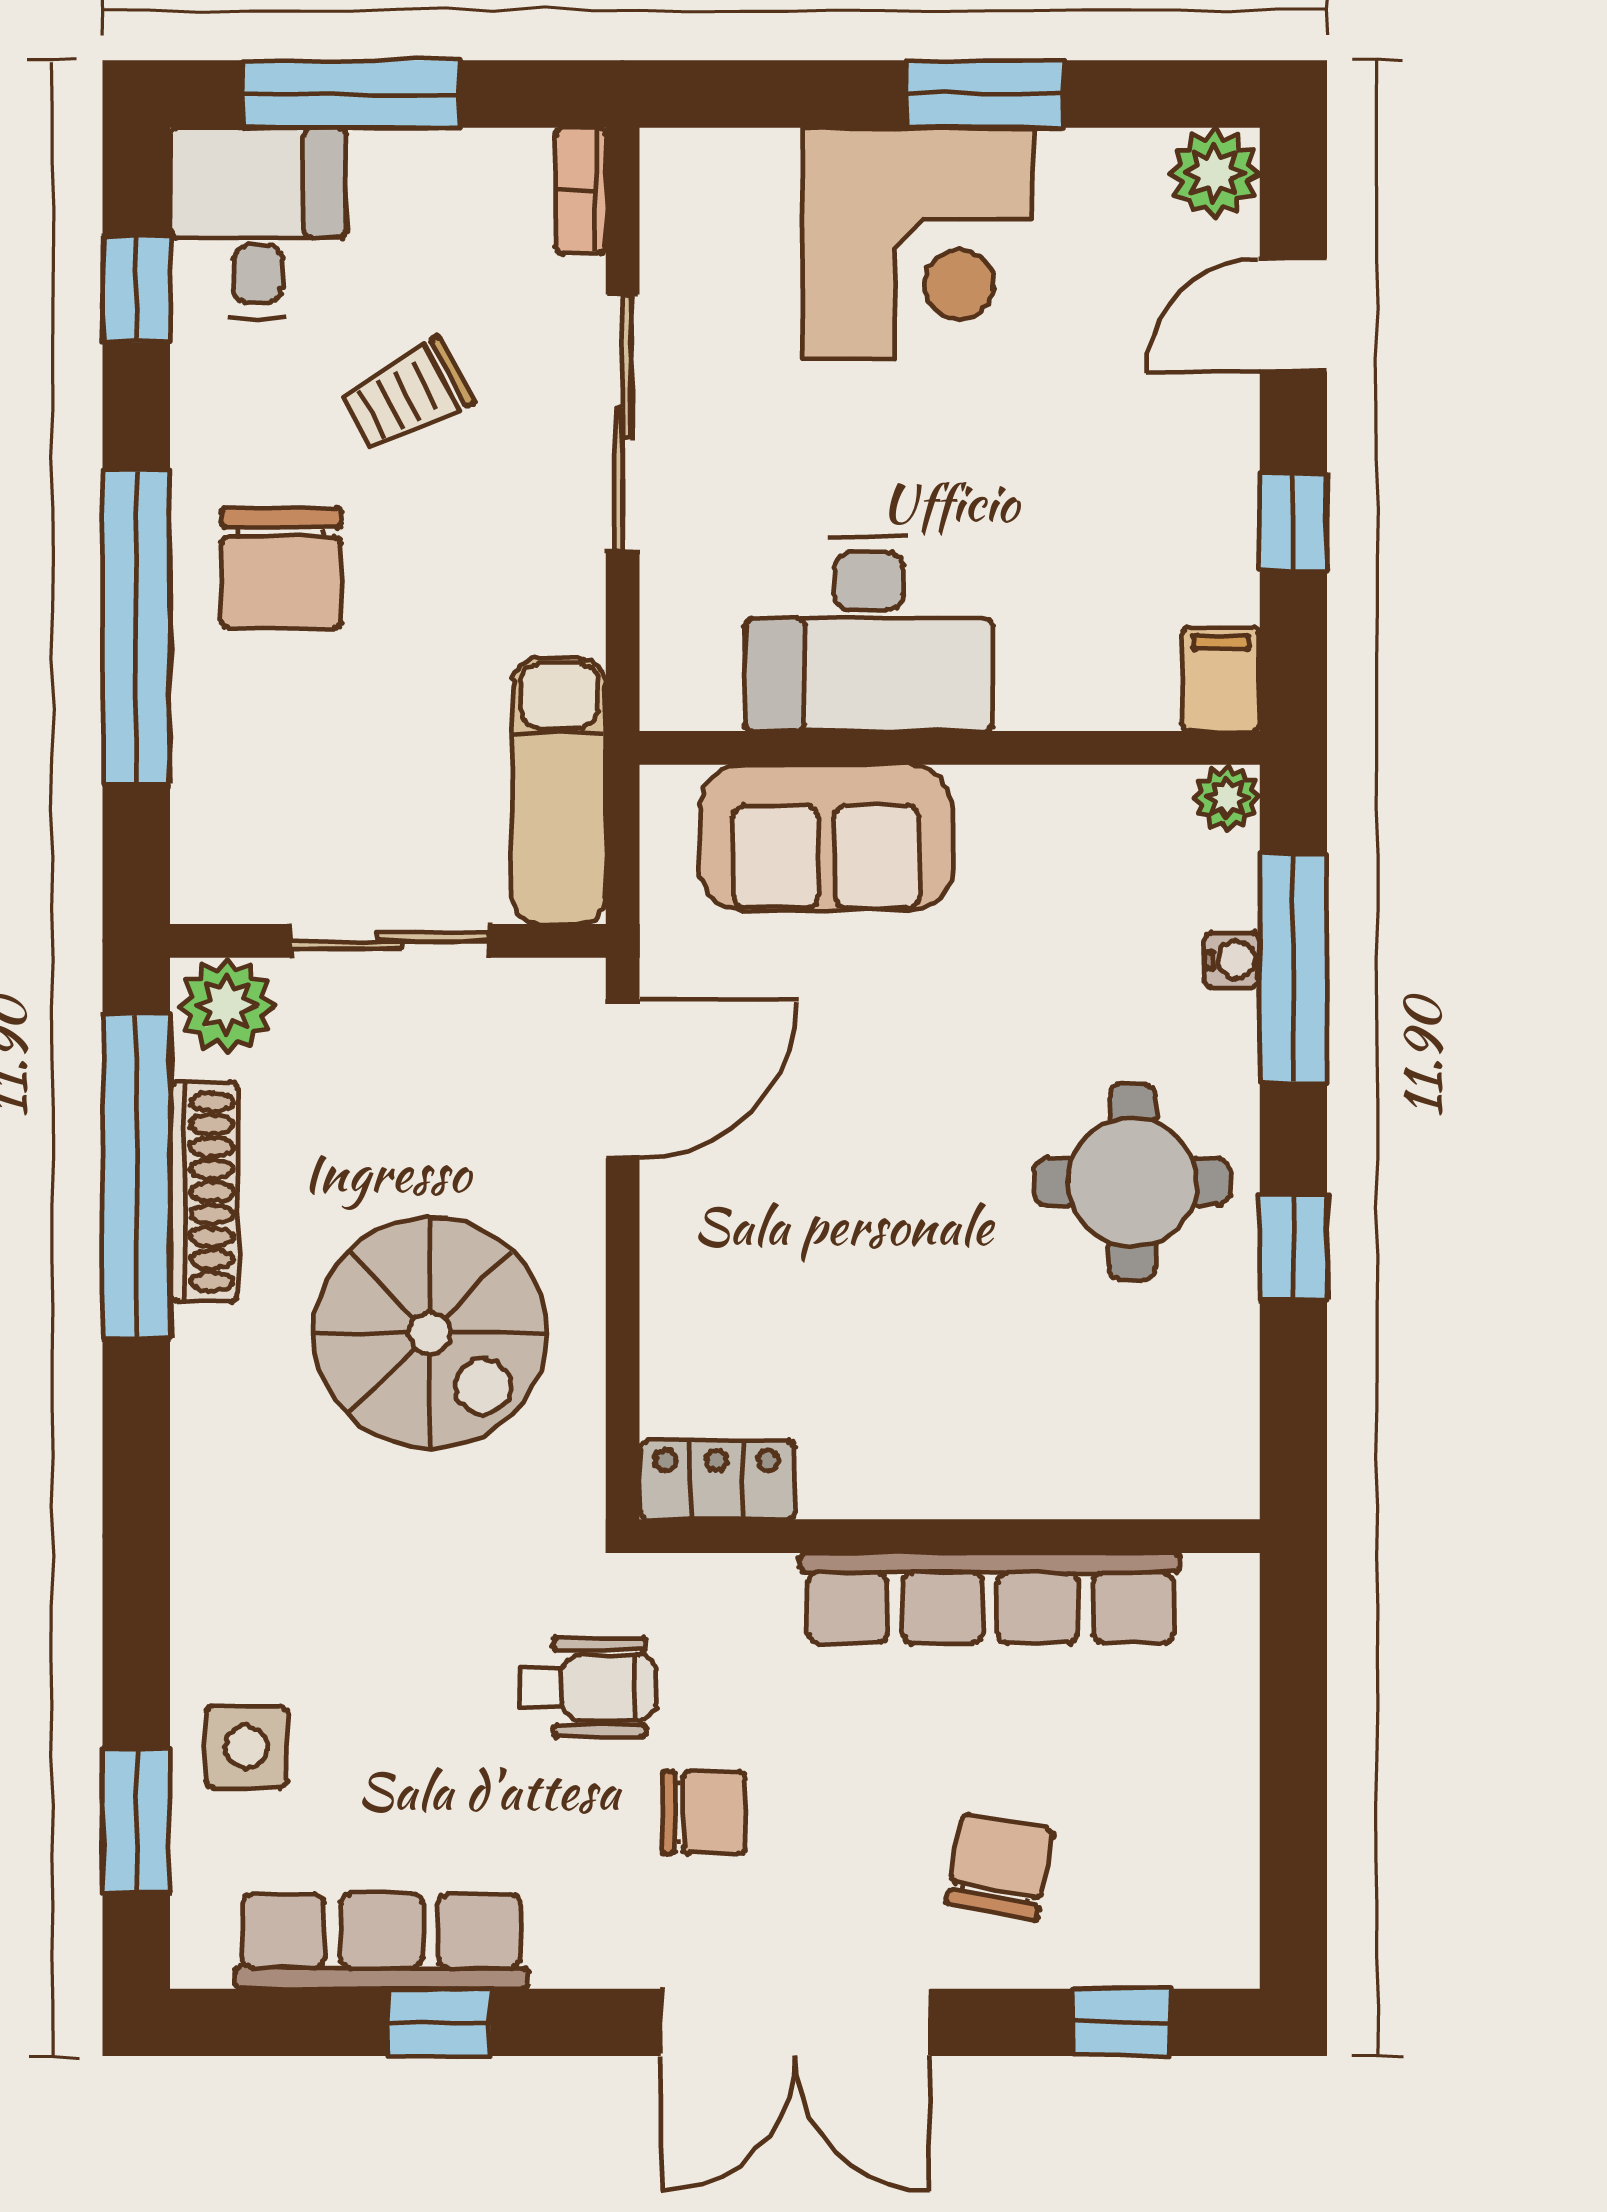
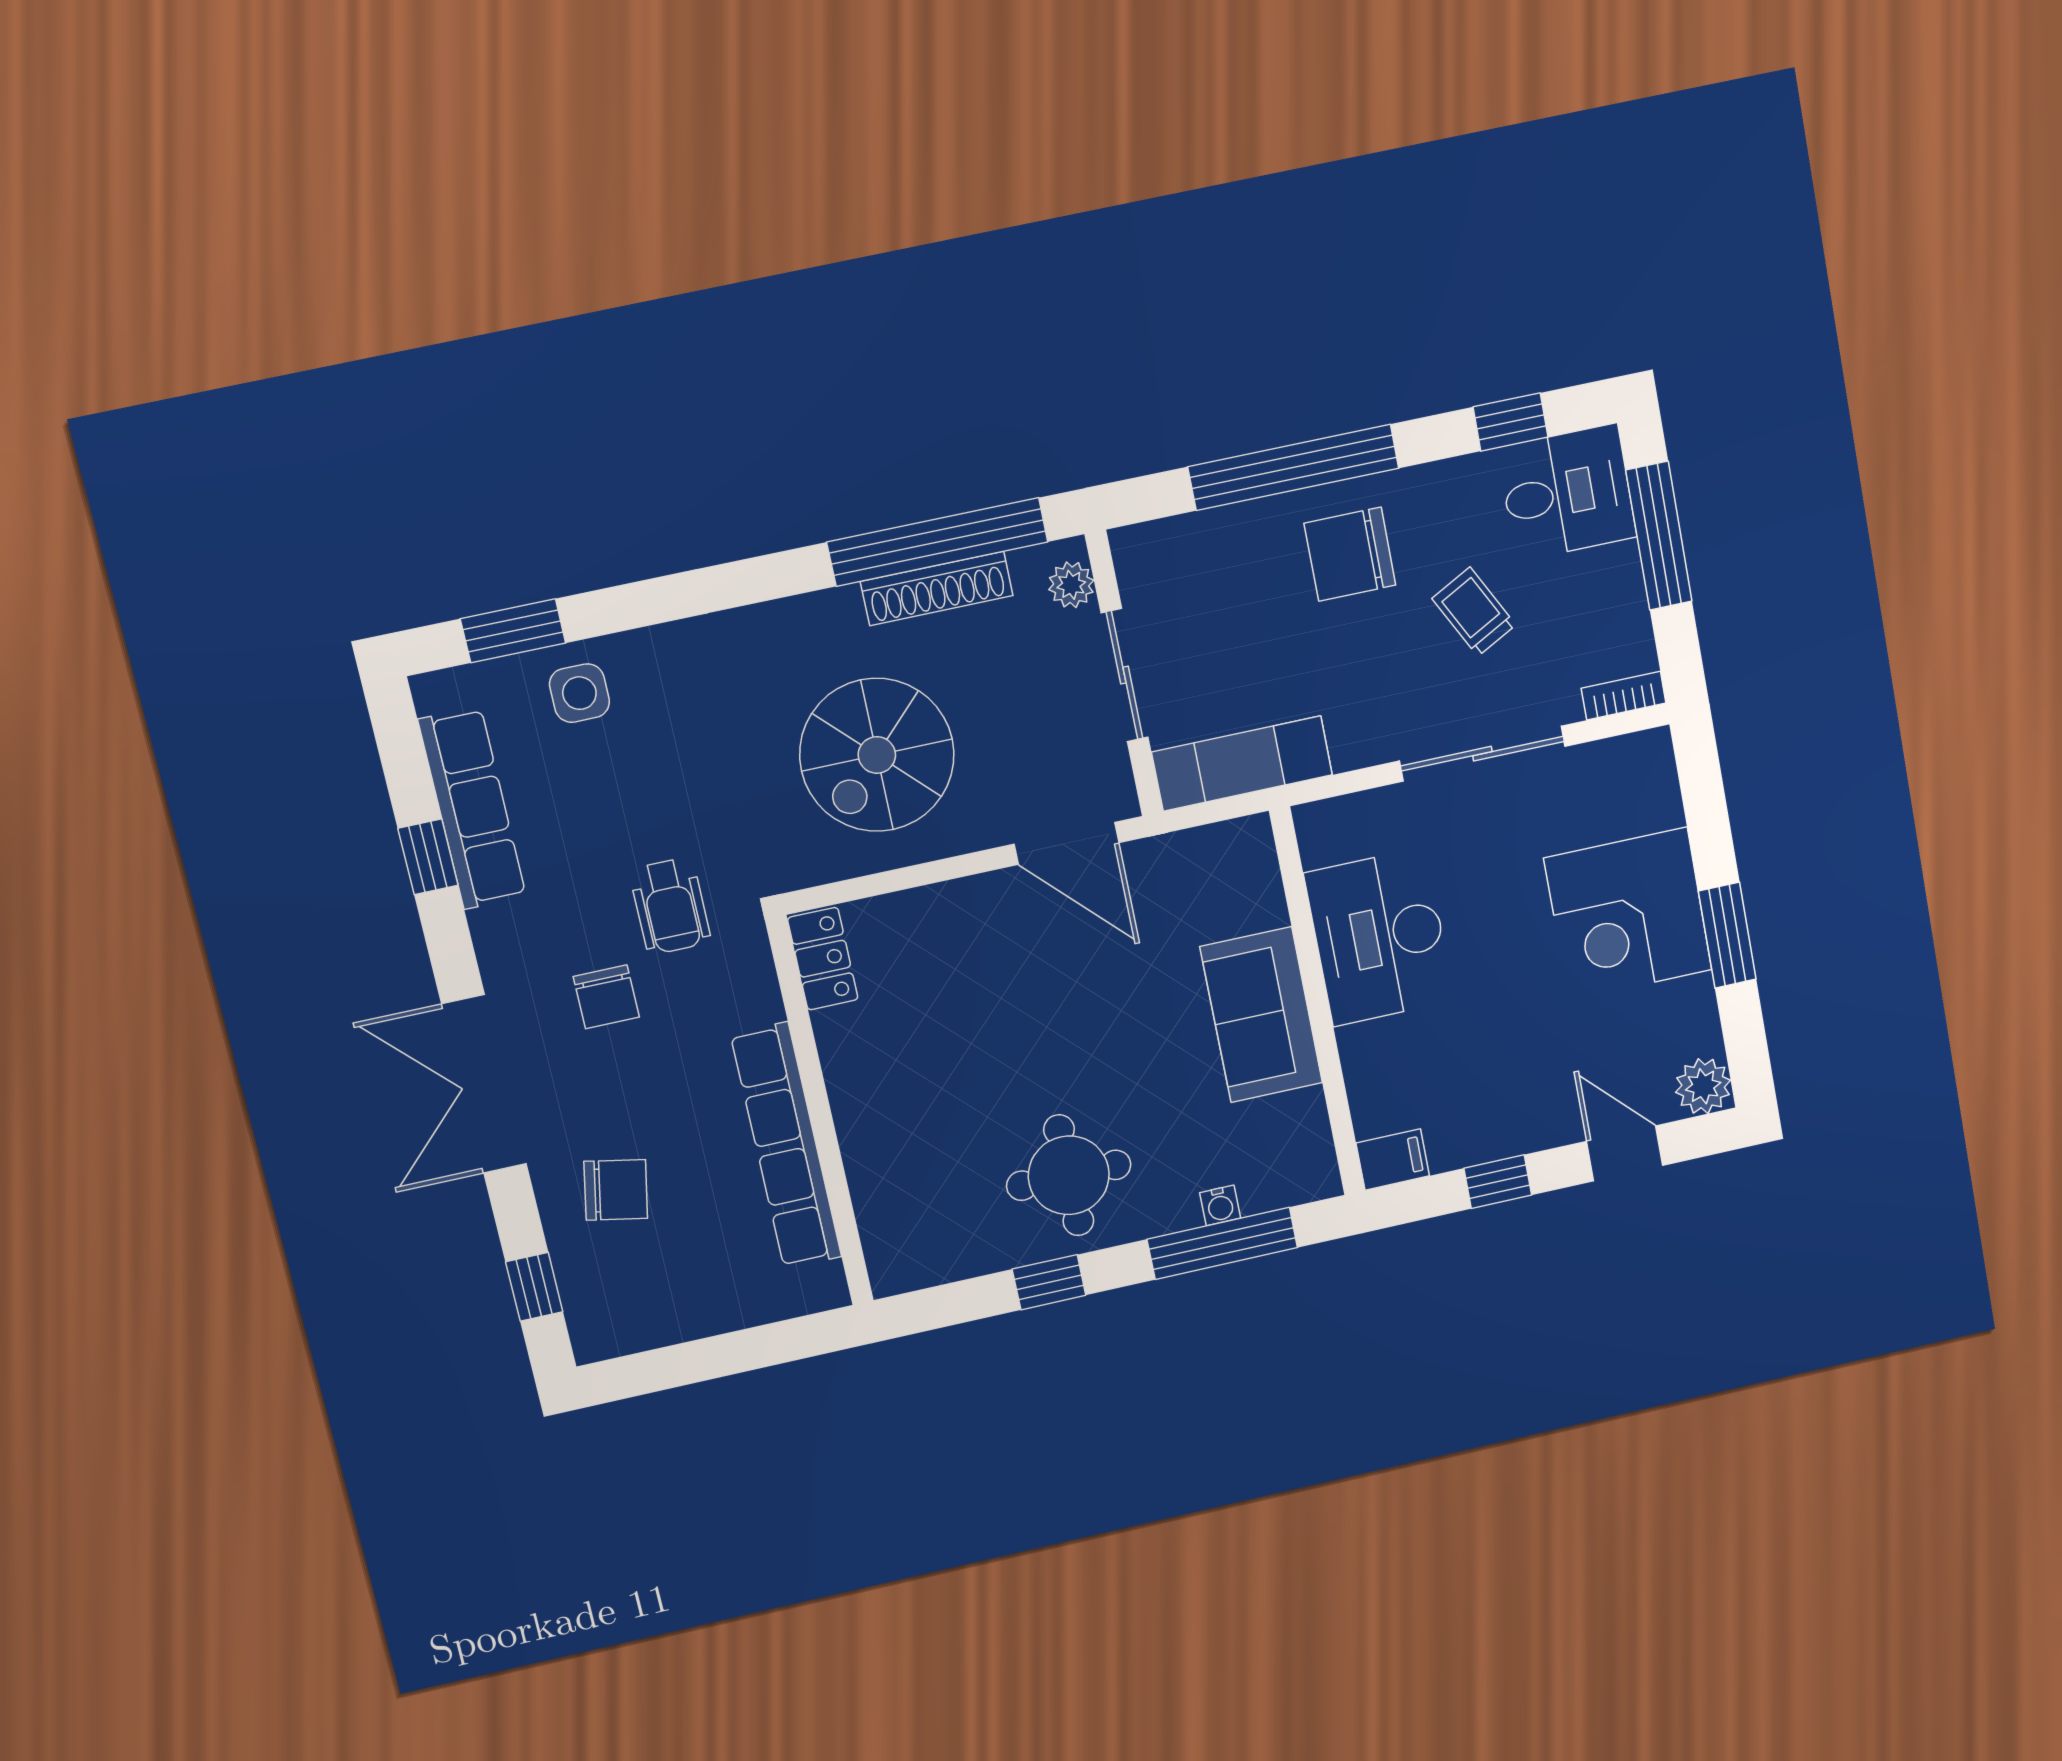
plant: (1227, 798) -> (1320, 1180), removed
sofa: (826, 838) -> (1261, 1015), moved
plant: (227, 1006) -> (1071, 585), width x0.73, depth x0.73

